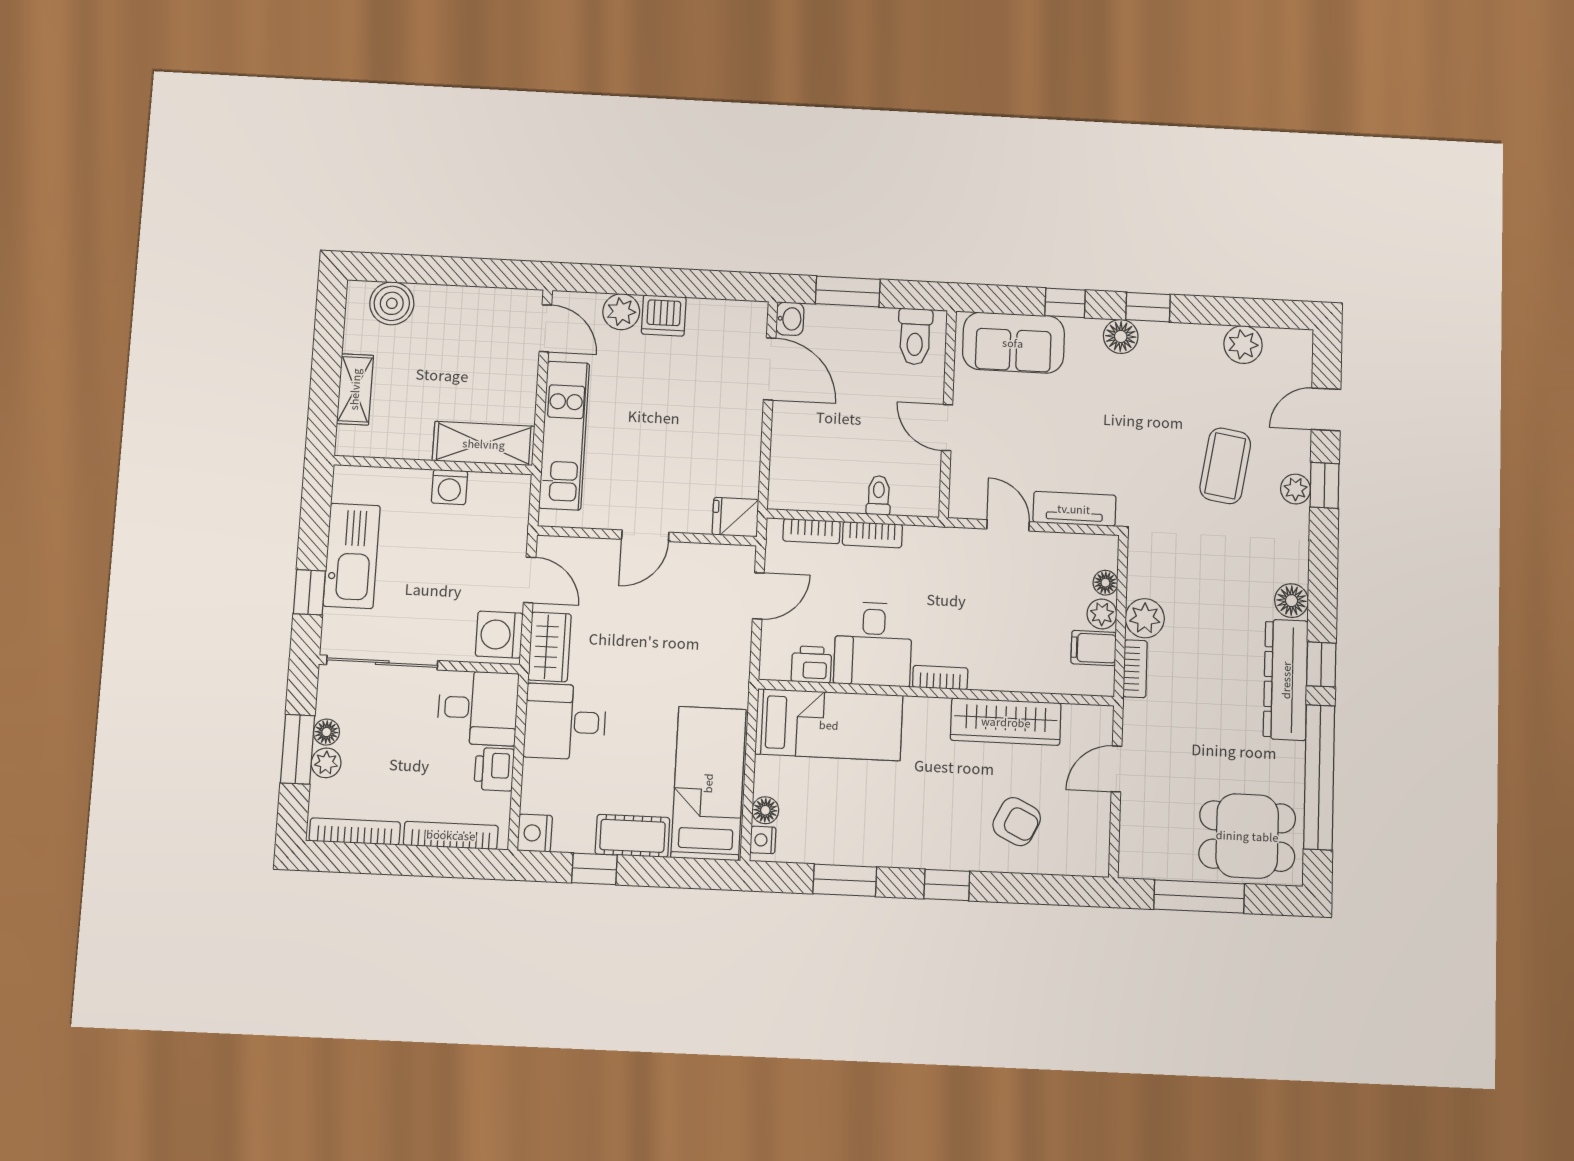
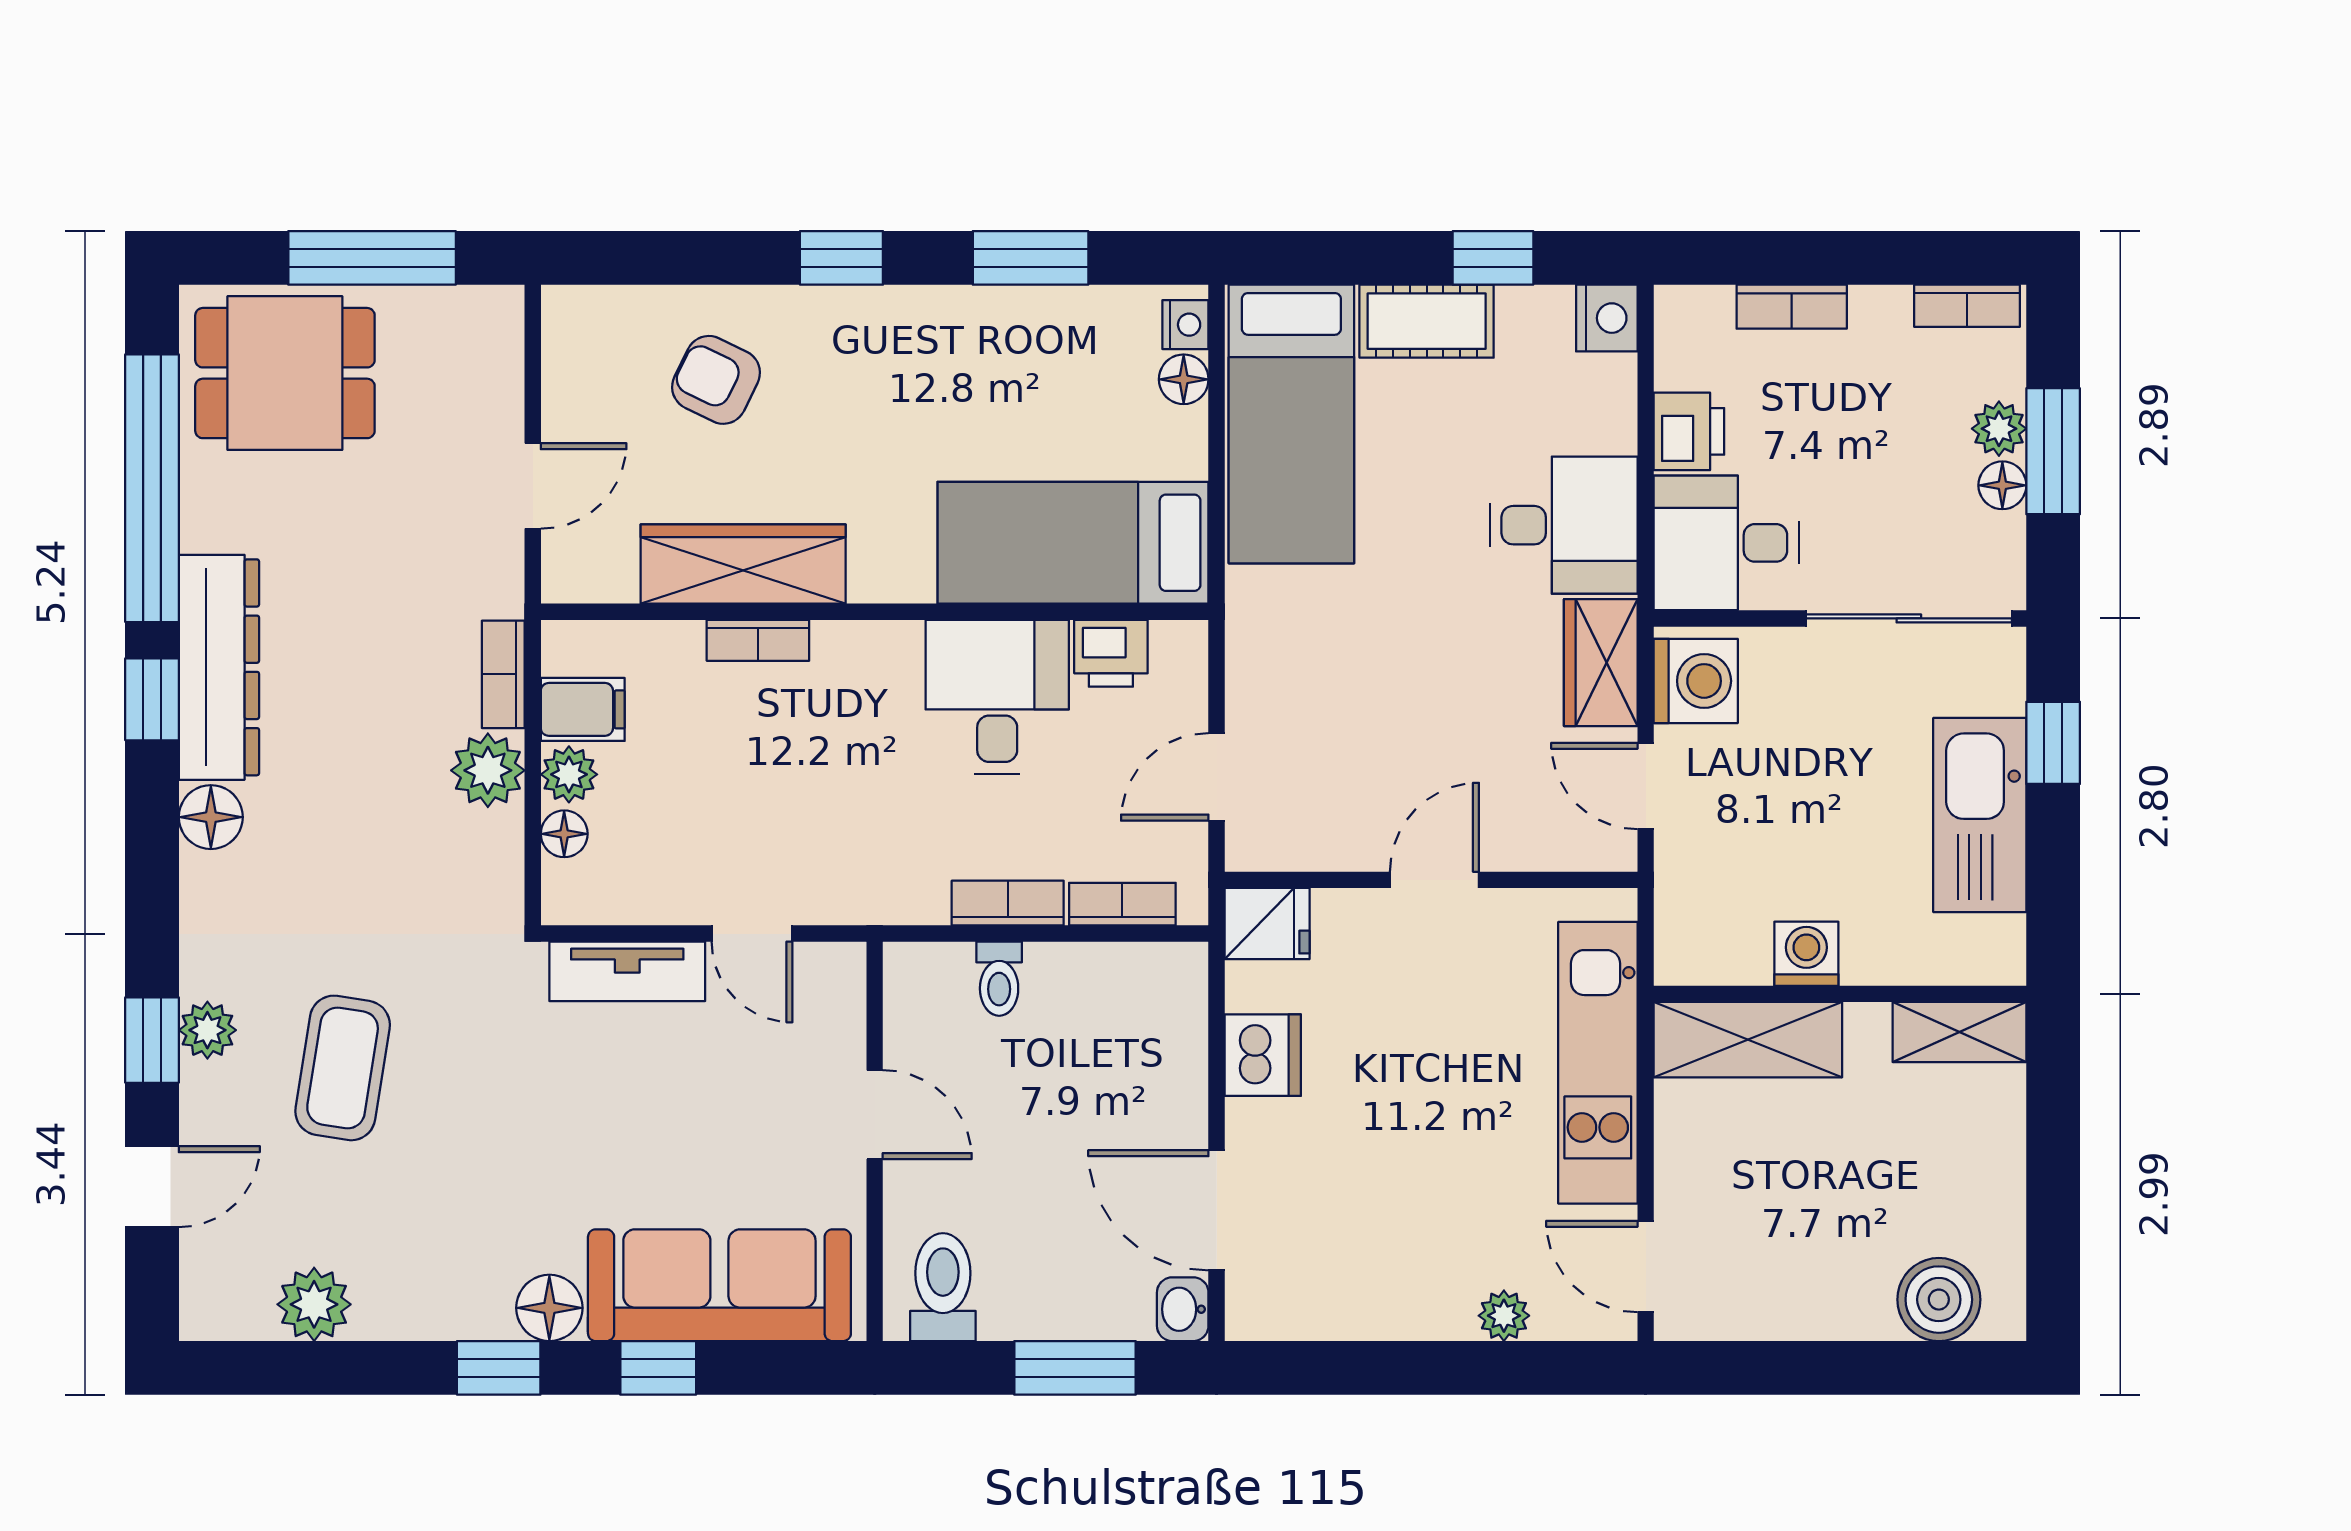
plant: (621, 312) -> (1504, 1316), width x0.73, depth x0.73
dishwasher: (664, 316) -> (1263, 1055), moved, turned 90
sofa: (1013, 343) -> (719, 1285), width x1.36
shelving: (355, 389) -> (1959, 1032), moved, turned 90
bookcase: (940, 678) -> (758, 640), moved
bookcase: (355, 831) -> (1967, 306), width x0.64
bookcase: (451, 835) -> (1792, 307), width x0.64

